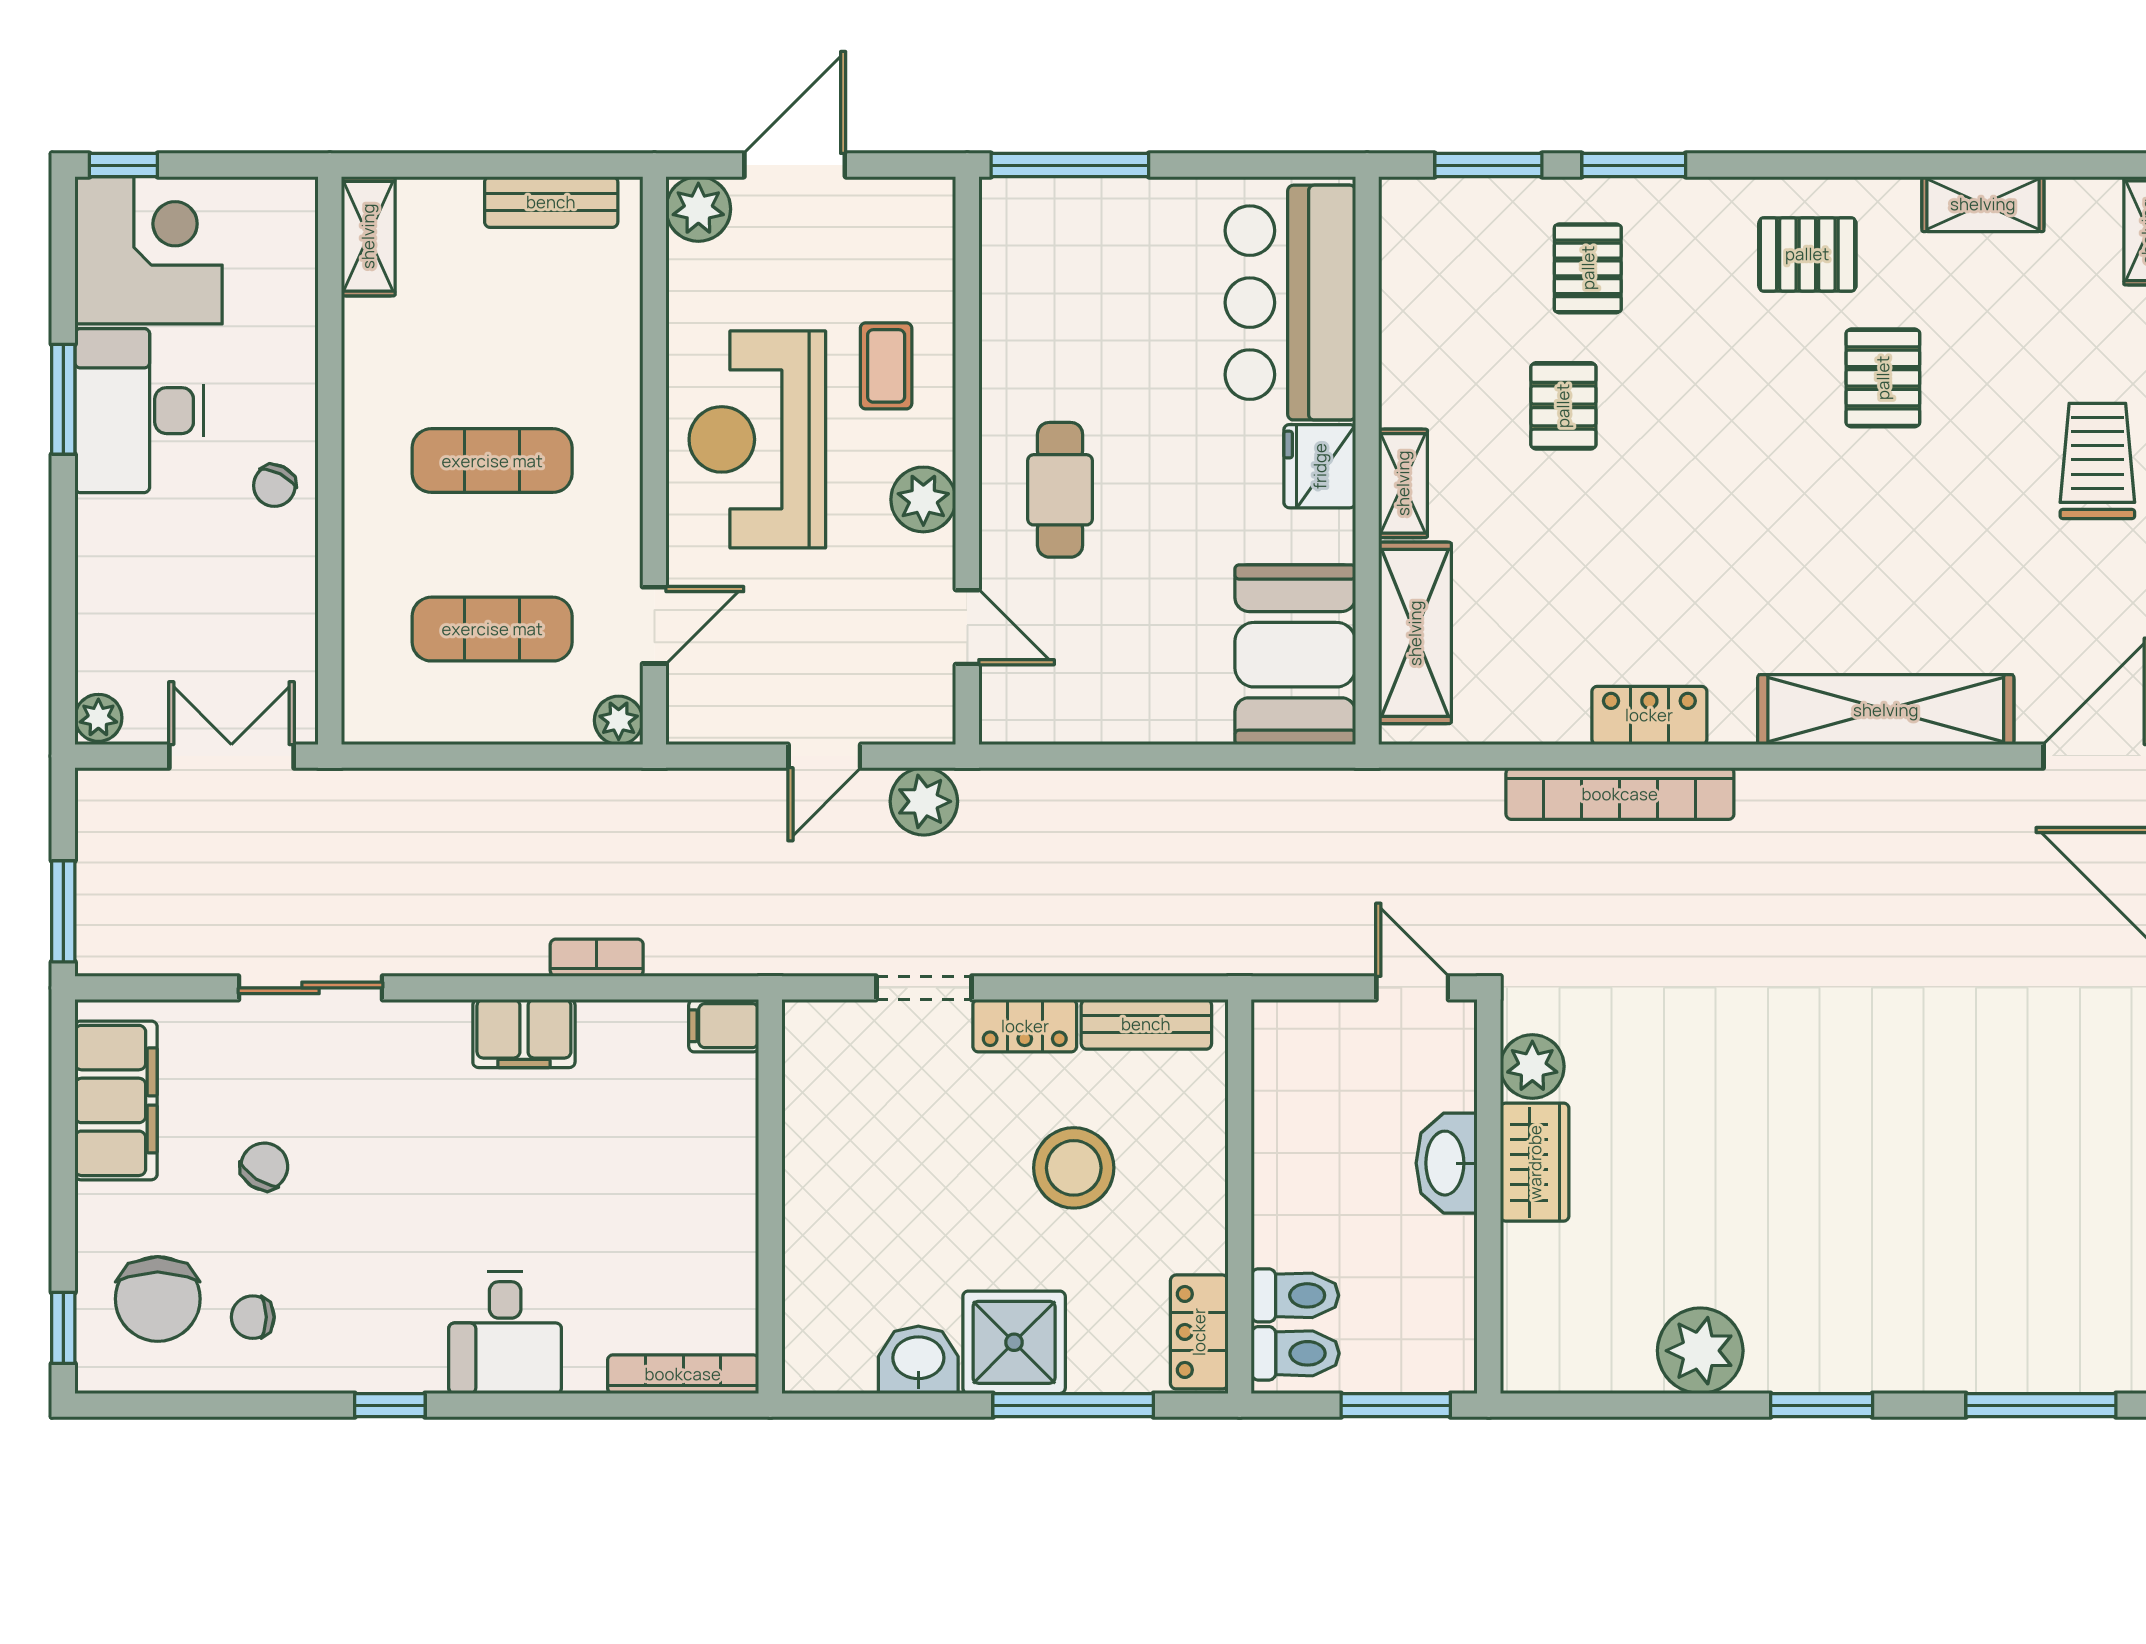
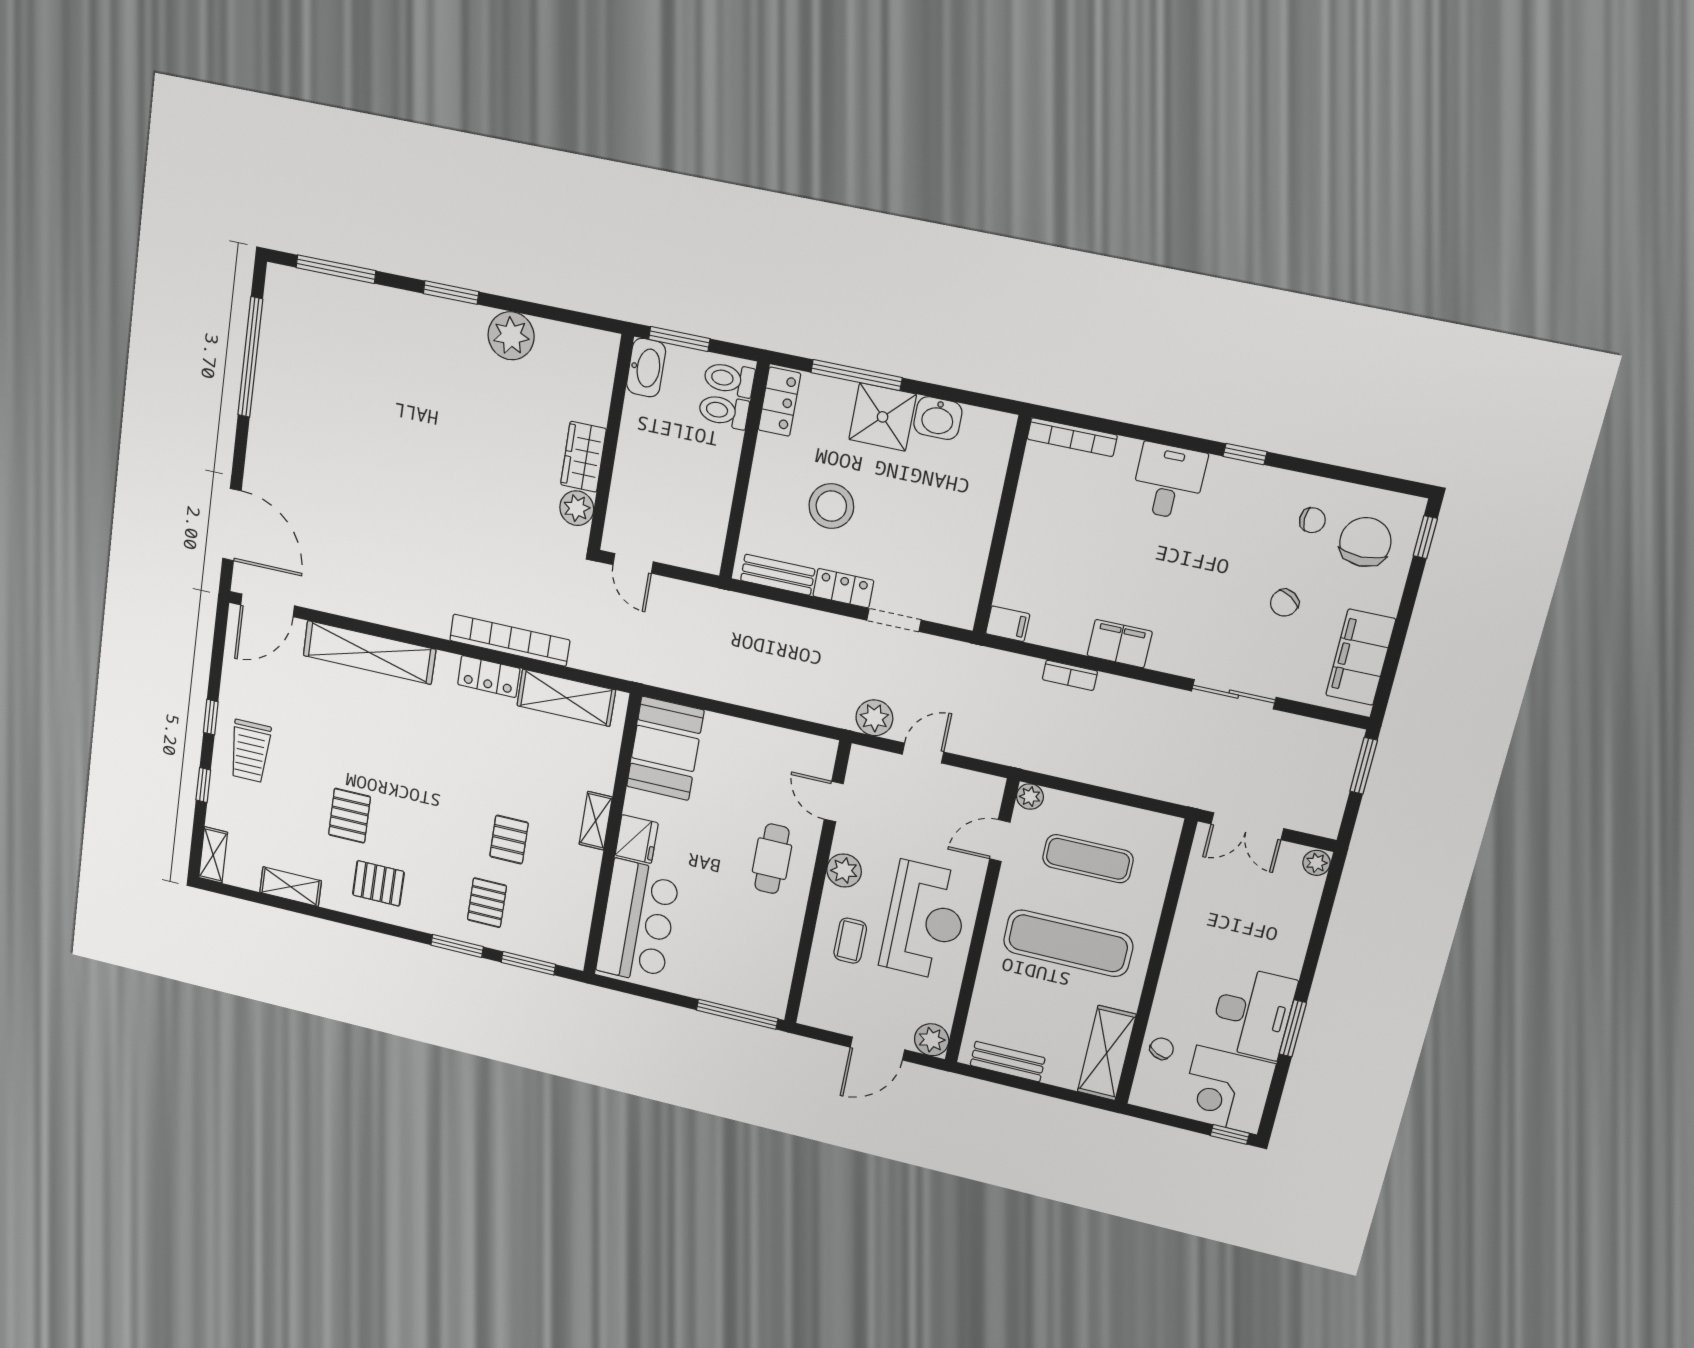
shelving: (368, 236) -> (1107, 1053), width x1.50, depth x1.33
exercise mat: (492, 461) -> (1068, 943), width x1.36, depth x1.45
chair: (274, 486) -> (1162, 1049), moved
shelving: (1415, 633) -> (566, 698), moved, turned 90
washbasin: (1447, 1163) -> (646, 368), moved

